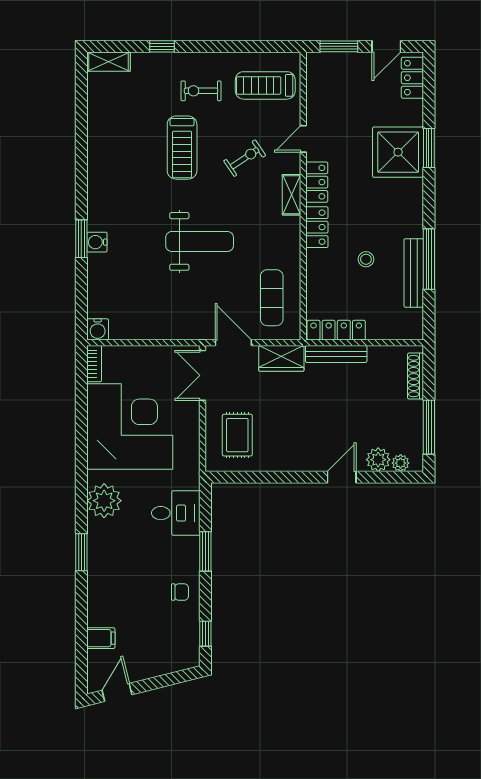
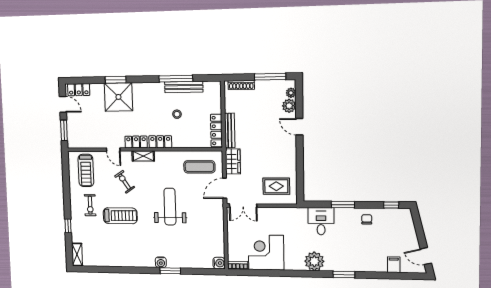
water cooler: (97, 242) -> (161, 262), moved
corner desk: (130, 426) -> (266, 252), width x0.74, depth x0.74

